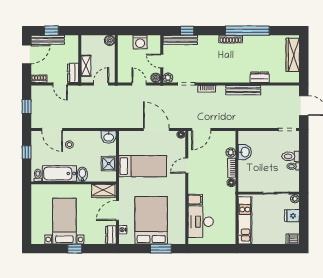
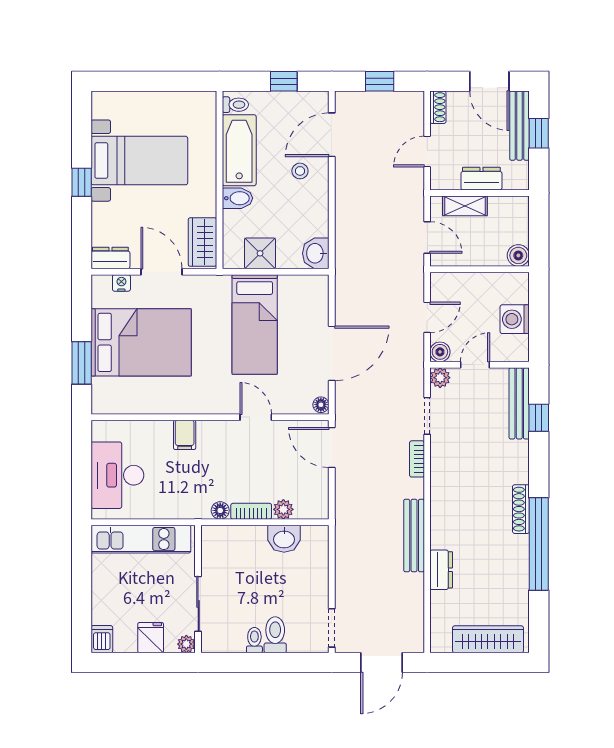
dresser: (73, 73) -> (481, 179), moved
desk: (201, 222) -> (117, 475), moved, turned -90

